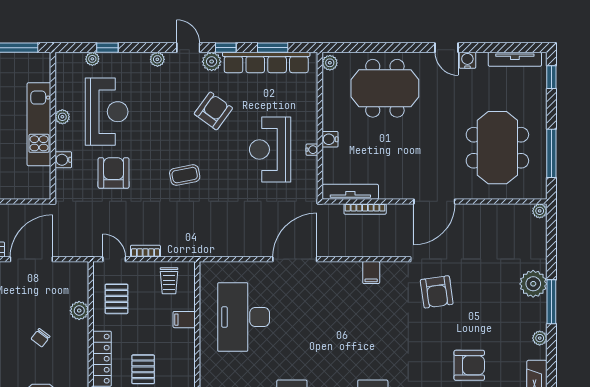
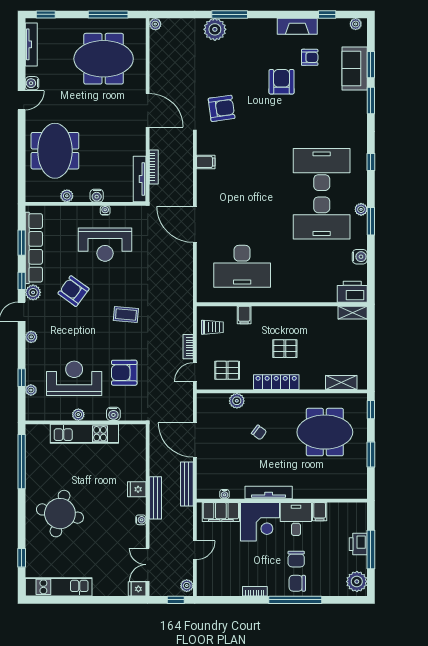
plant: (330, 63) -> (67, 196), moved
coffee table: (185, 175) -> (126, 314), turned -74
plant: (540, 338) -> (259, 24), removed

